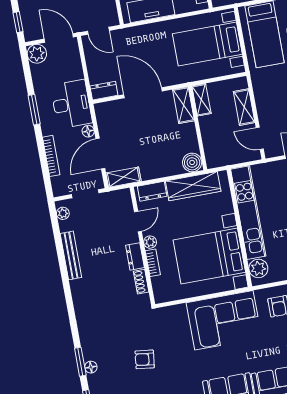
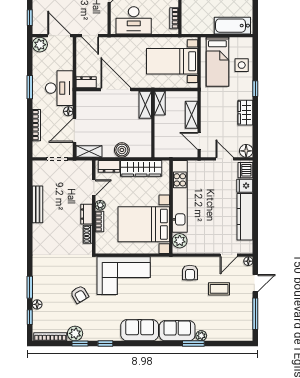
boiler: (192, 162) -> (122, 150), moved
plant: (63, 213) -> (37, 171), removed
corner sofa: (224, 320) -> (124, 276), moved
armchair: (145, 359) -> (80, 295), turned -128
floor lamp: (91, 367) -> (37, 304), moved

